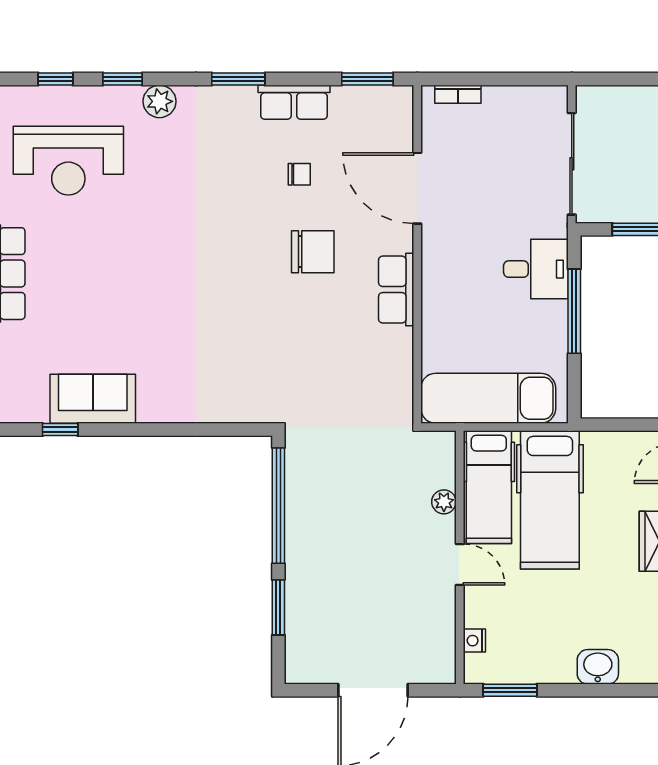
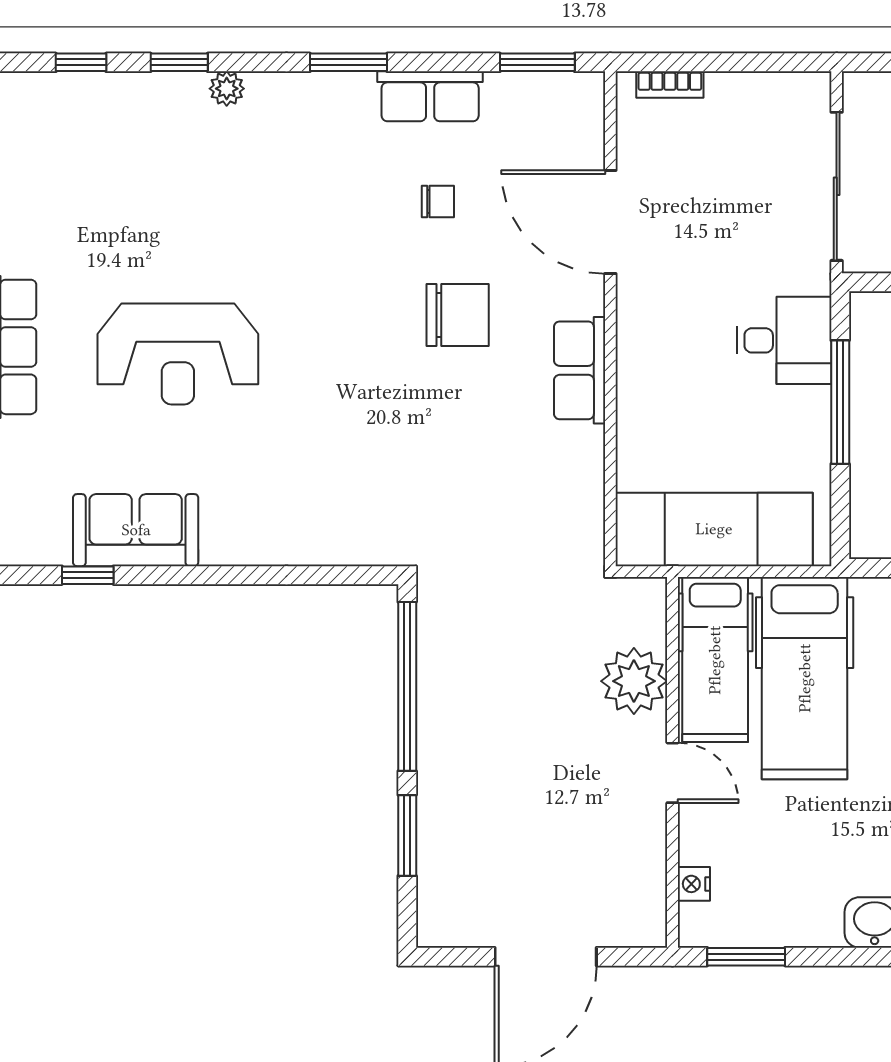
plant: (159, 101) -> (227, 89), width x0.73, depth x0.73
reception desk: (68, 161) -> (178, 354), moved
plant: (444, 502) -> (634, 681), width x1.87, depth x1.87

